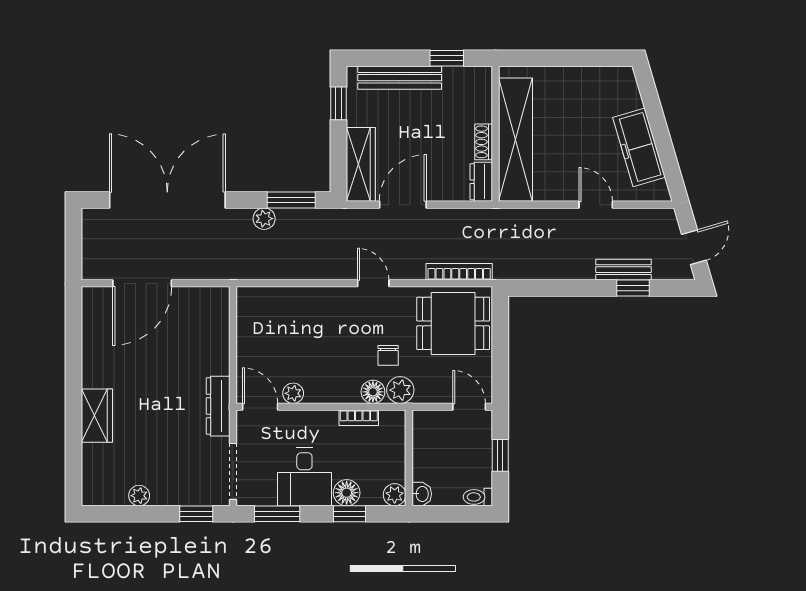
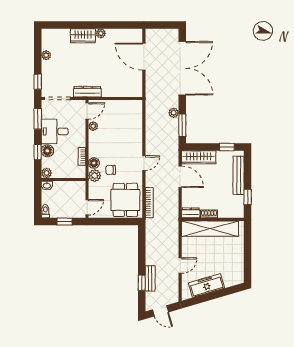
plant: (92, 377) -> (101, 33), added

